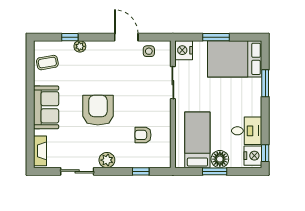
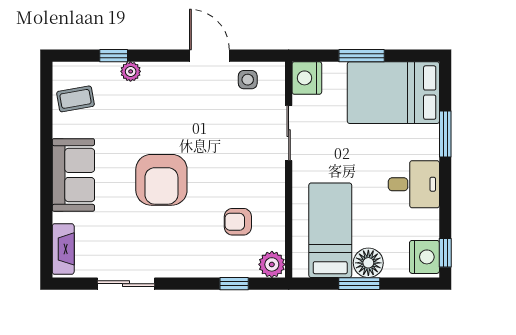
armchair: (98, 110) -> (161, 180), turned 180
desk: (247, 131) -> (414, 184), moved
plant: (107, 160) -> (272, 264), moved

